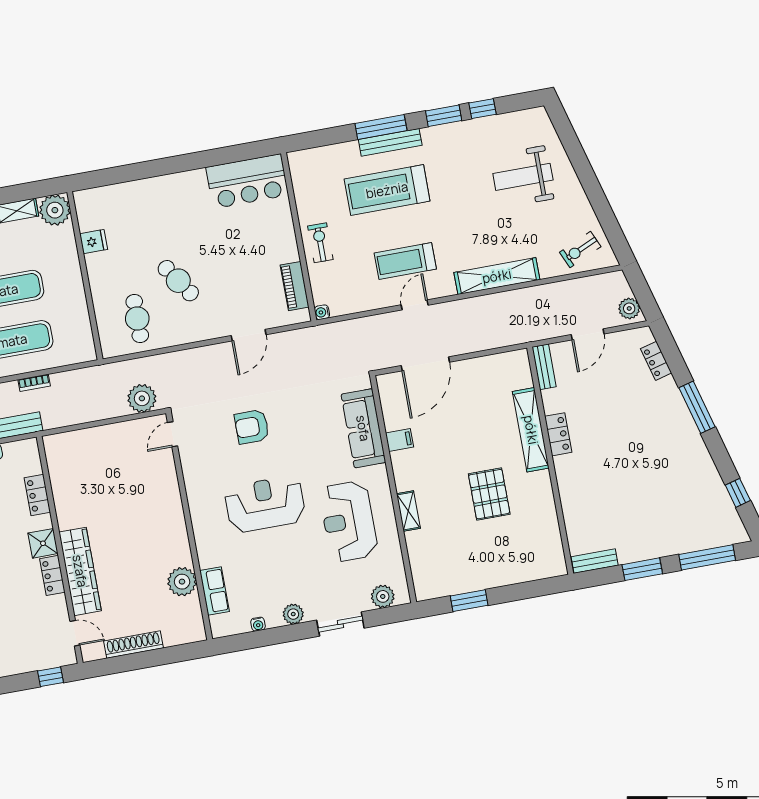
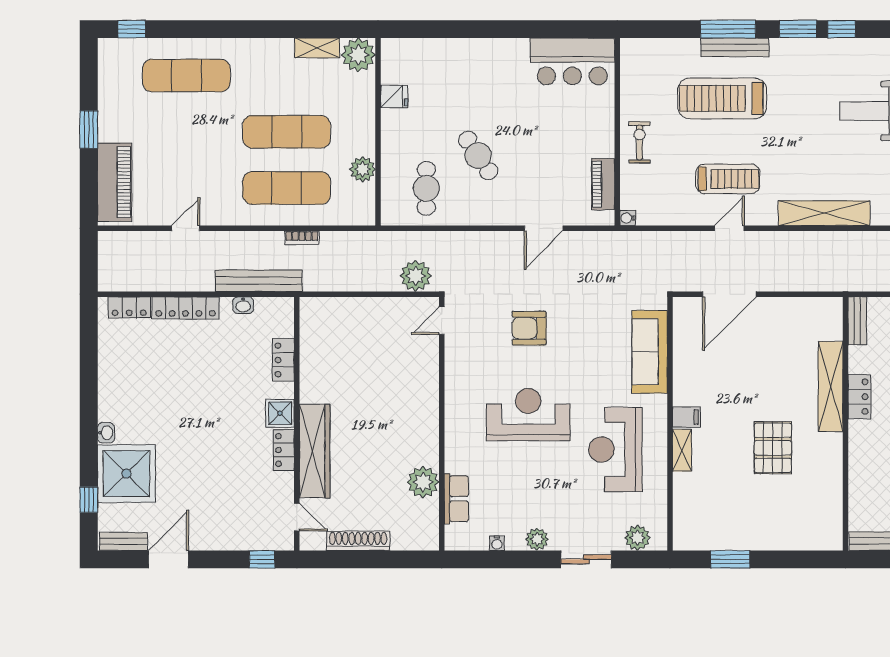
treadmill: (405, 261) -> (728, 179), turned 180
plant: (77, 312) -> (363, 169), added
filing cabinet: (400, 440) -> (686, 417), moved

